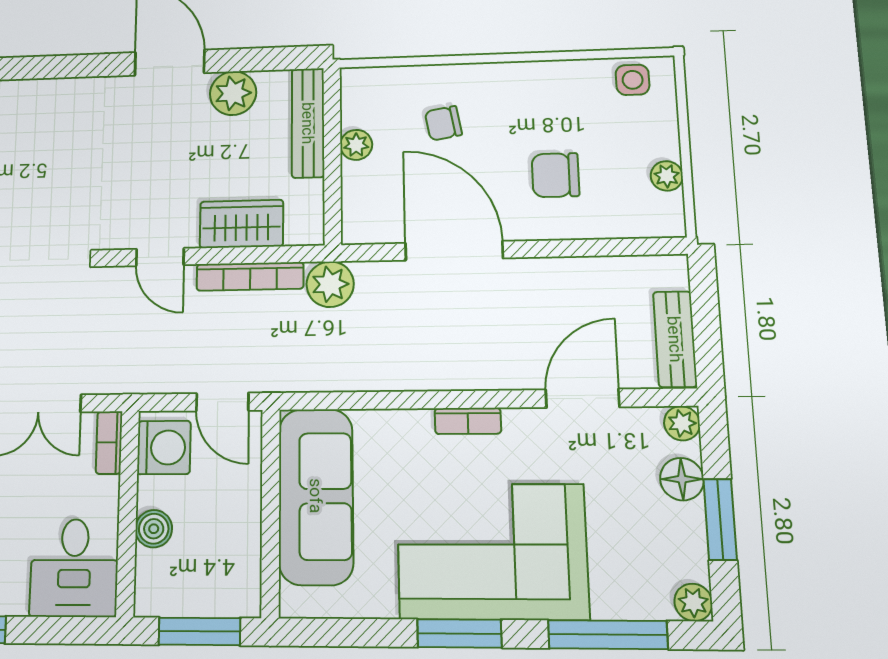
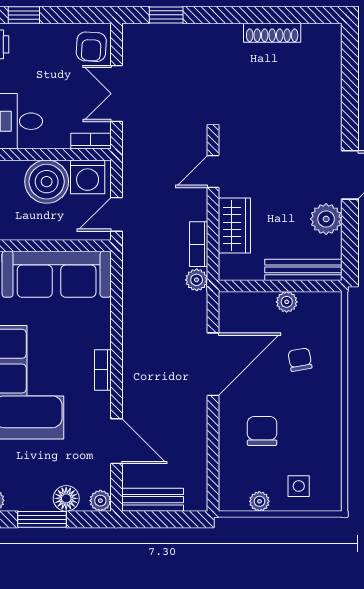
side table: (633, 80) -> (299, 486), moved
bookcase: (250, 276) -> (199, 244), width x0.64
plant: (330, 284) -> (197, 280), width x0.73, depth x0.73
boiler: (154, 529) -> (47, 182), width x1.86, depth x1.86

